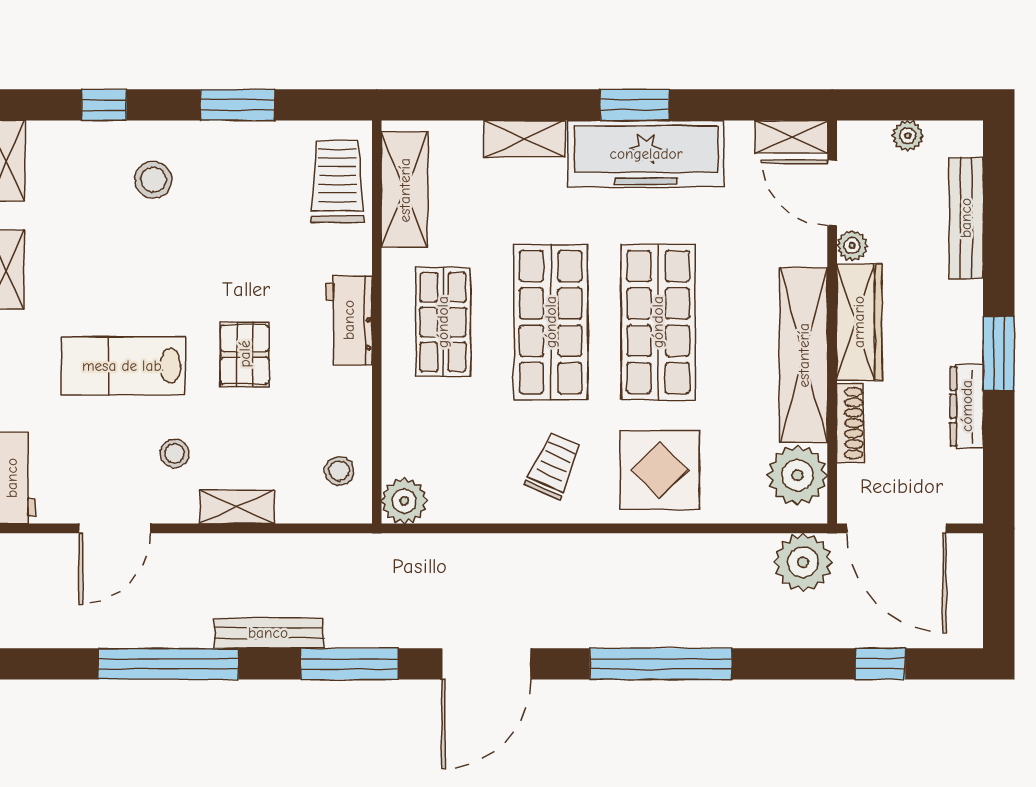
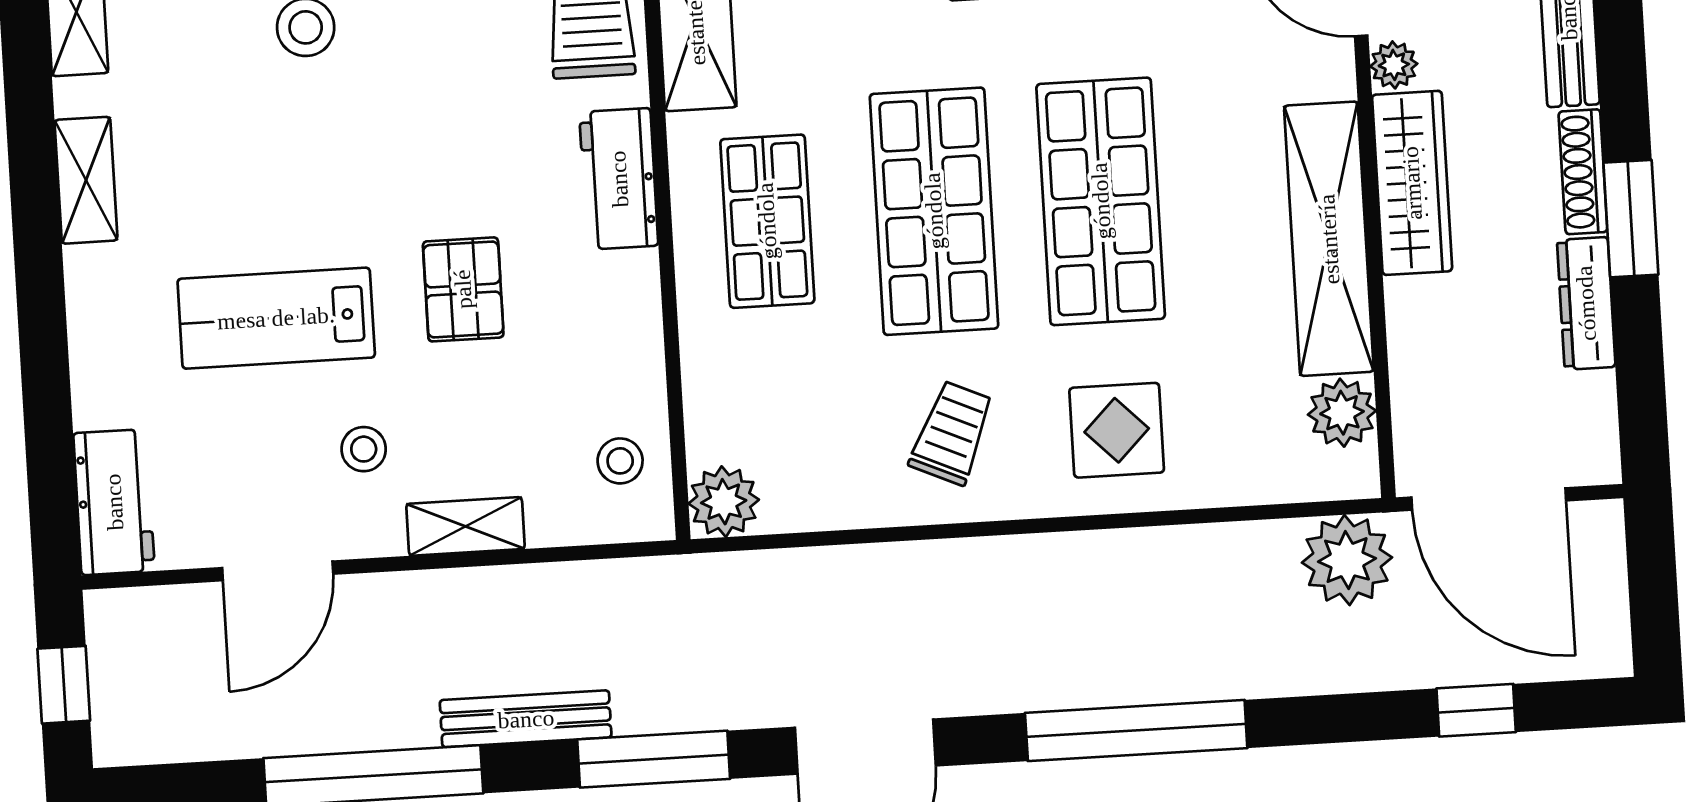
workbench: (349, 320) -> (619, 179), moved
shoe rack: (850, 423) -> (1583, 172), moved, turned 180
display table: (660, 470) -> (1117, 430), width x0.73, depth x0.73
plant: (797, 475) -> (1342, 413), width x0.73, depth x0.73

